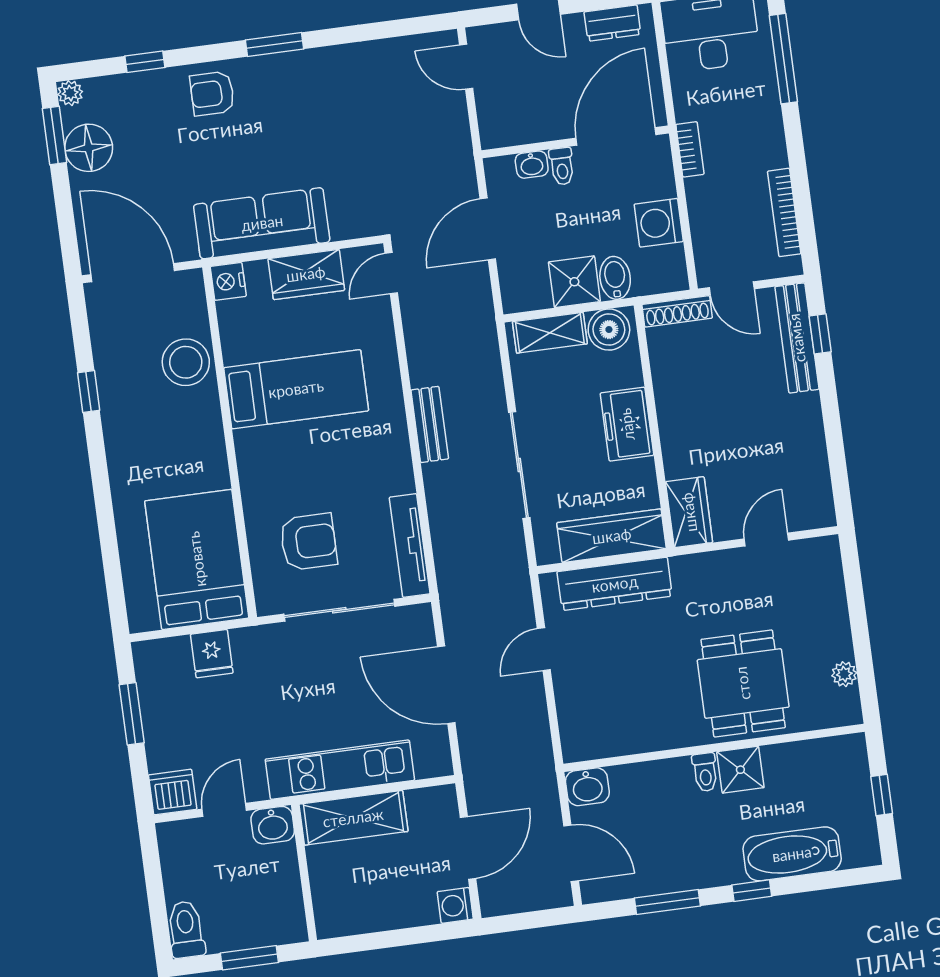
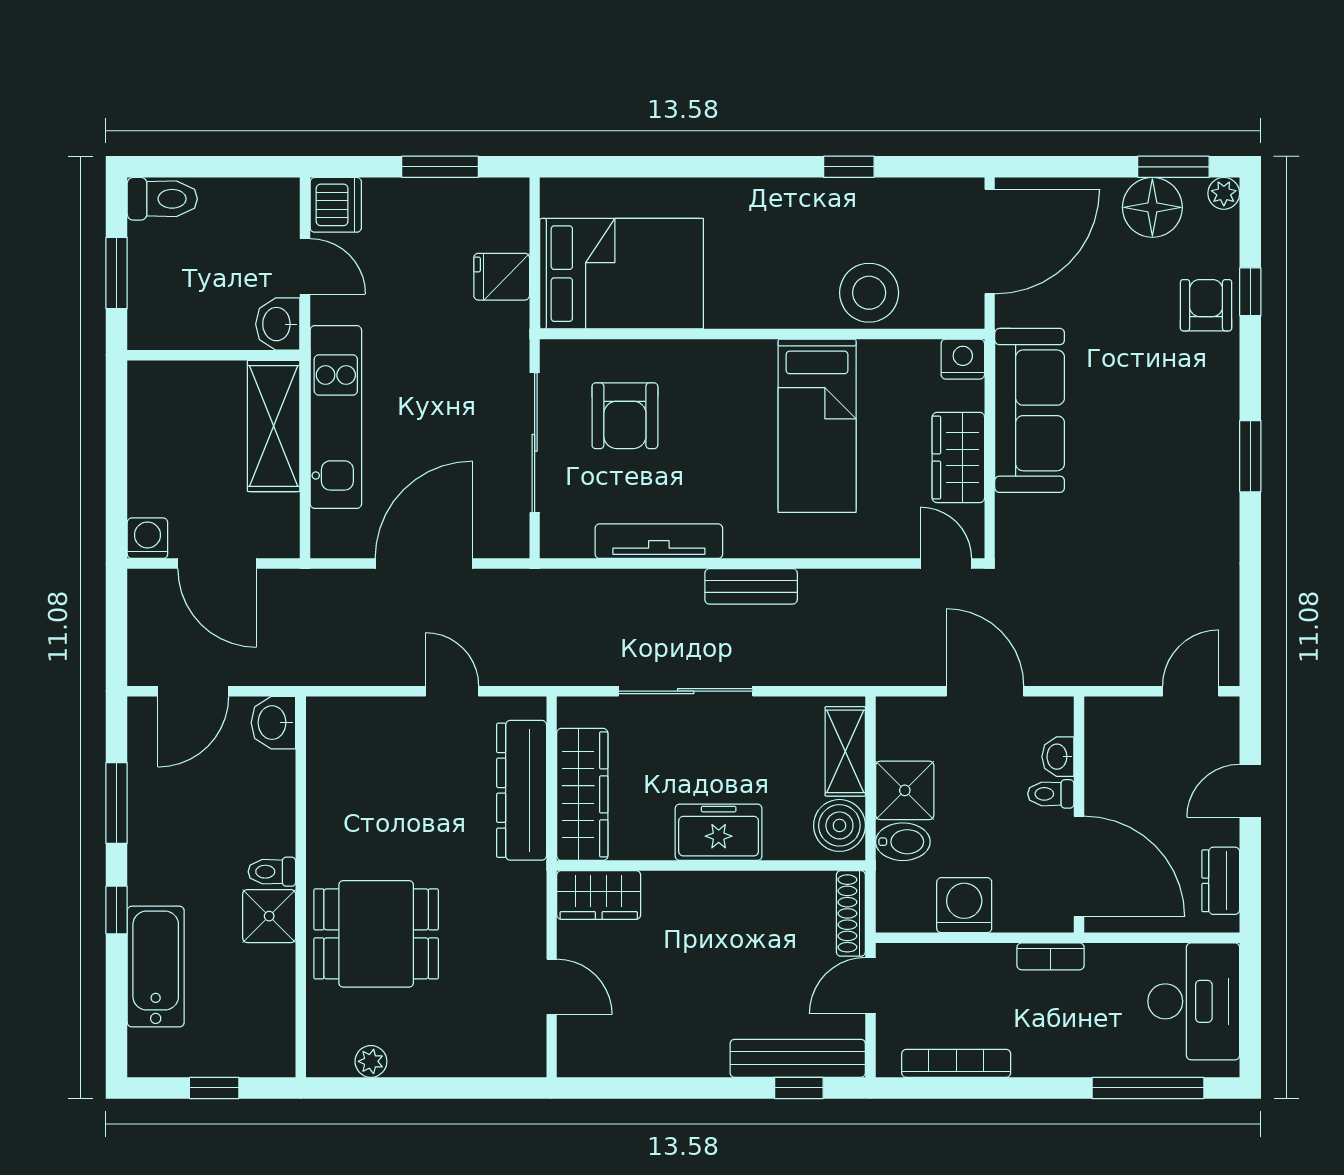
armchair: (212, 94) -> (1206, 305), moved
tv unit: (410, 546) -> (659, 541), moved

